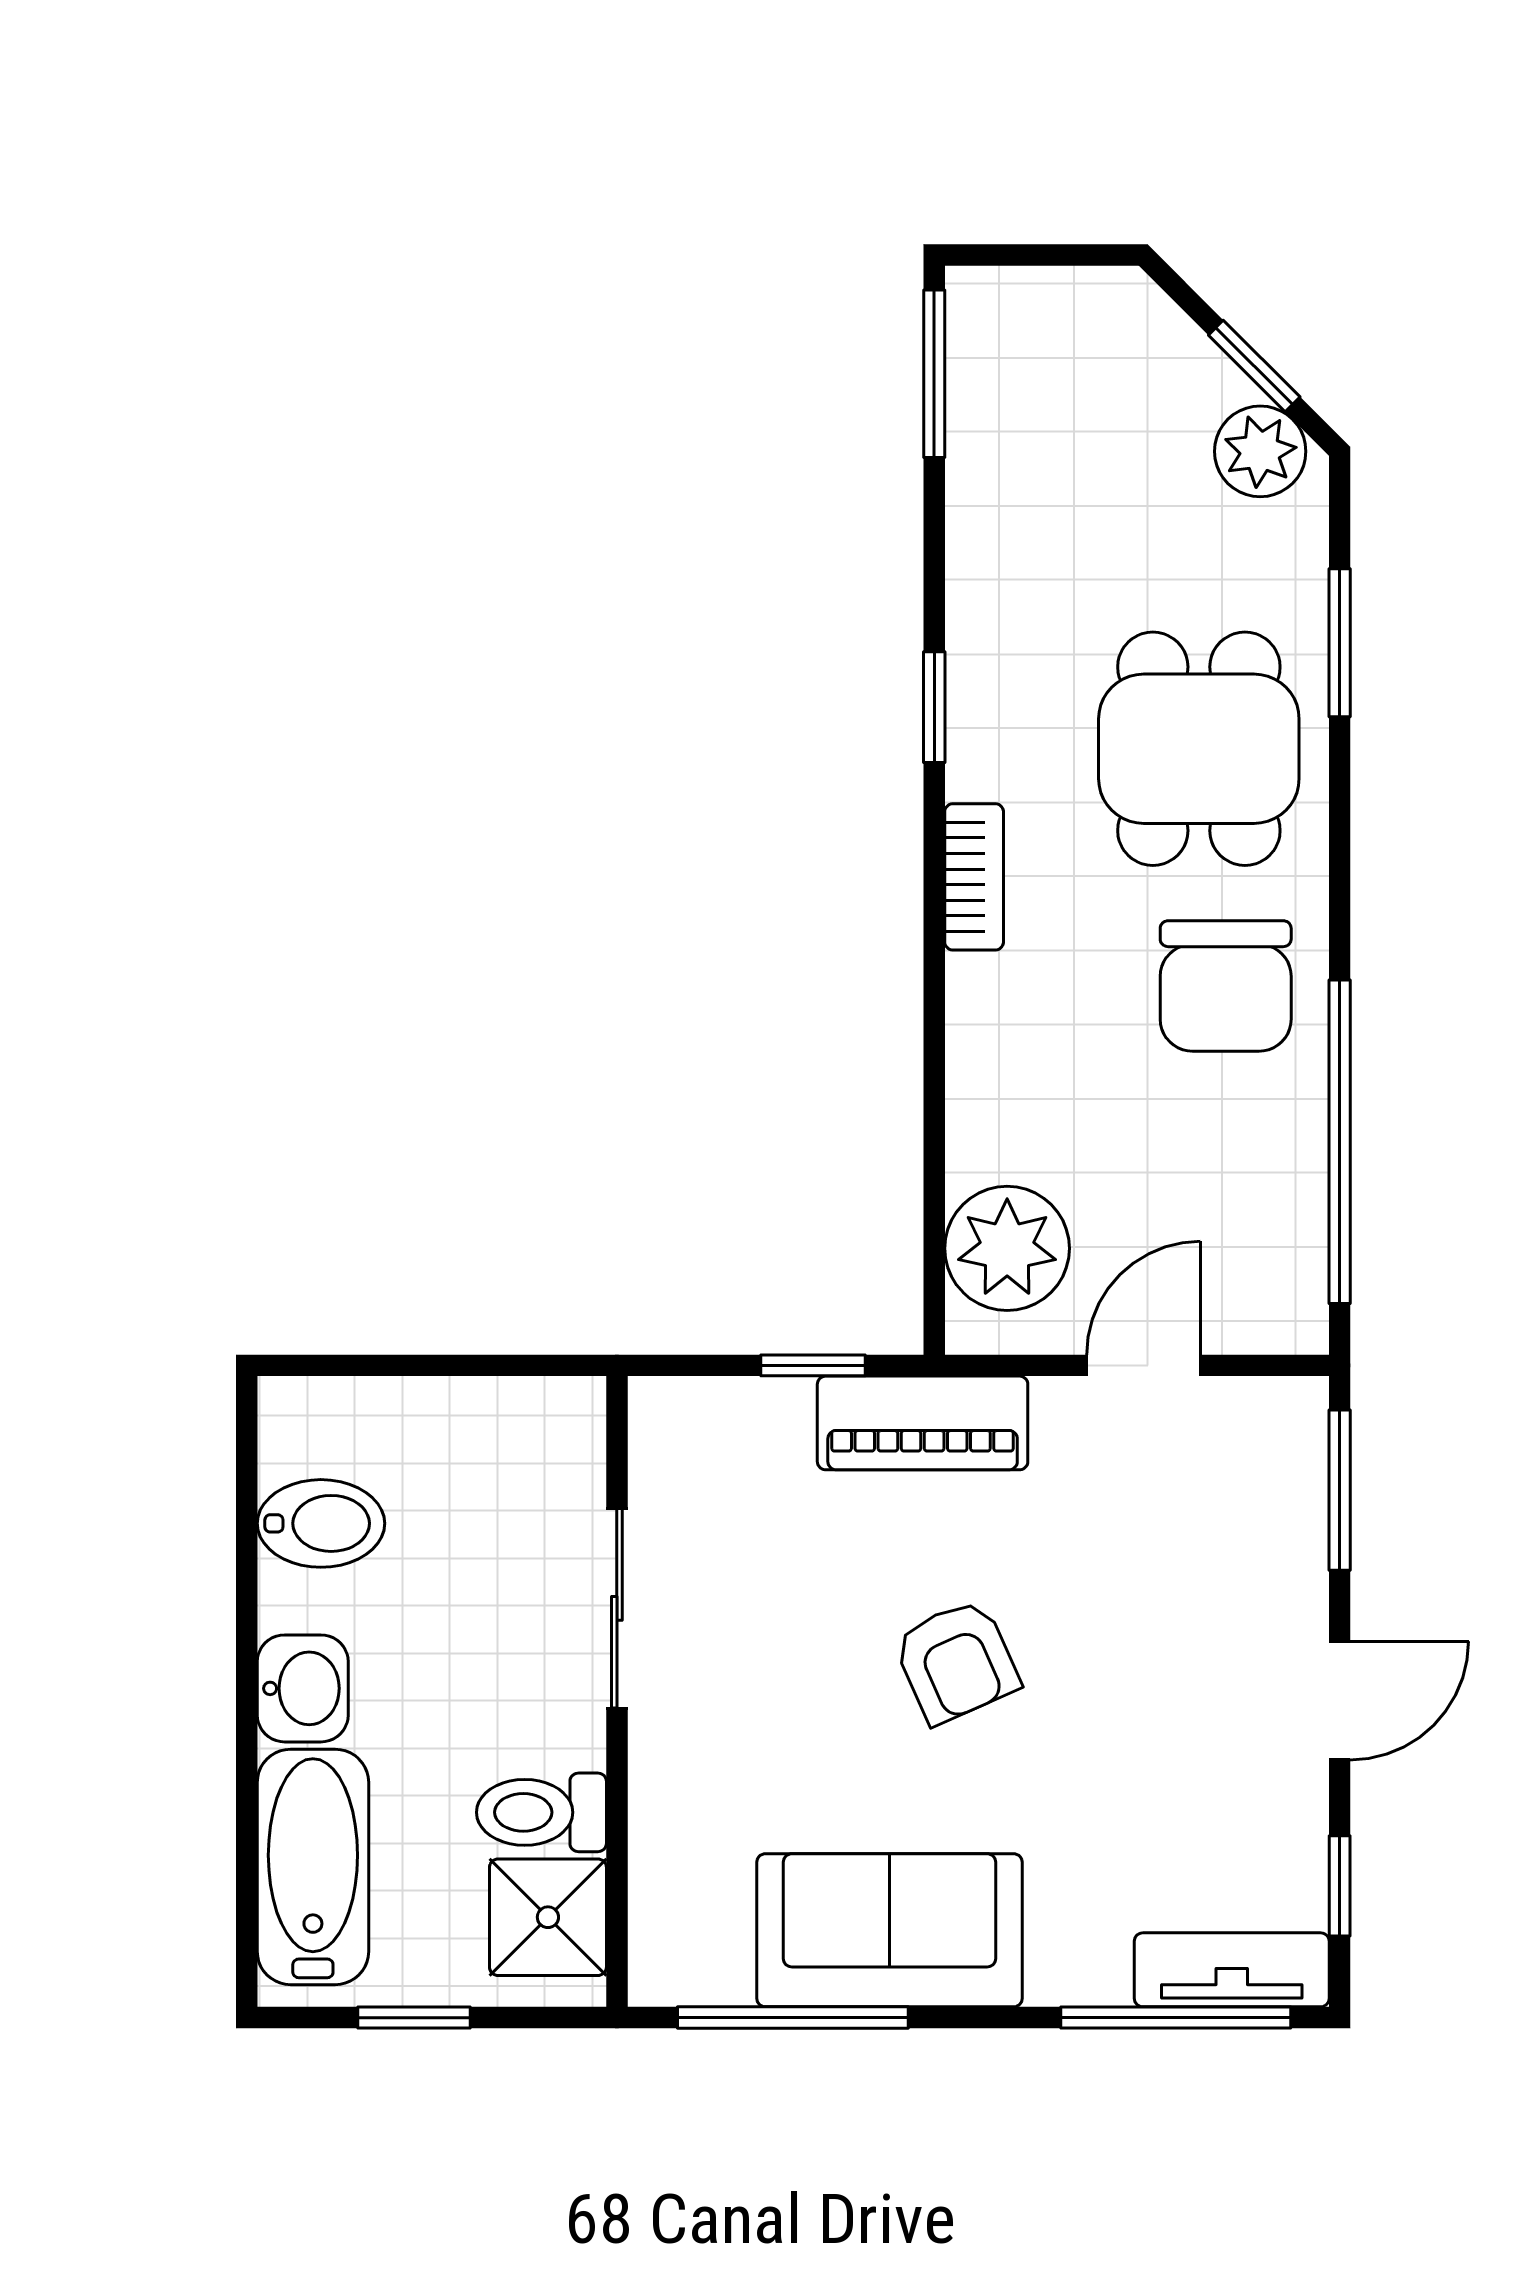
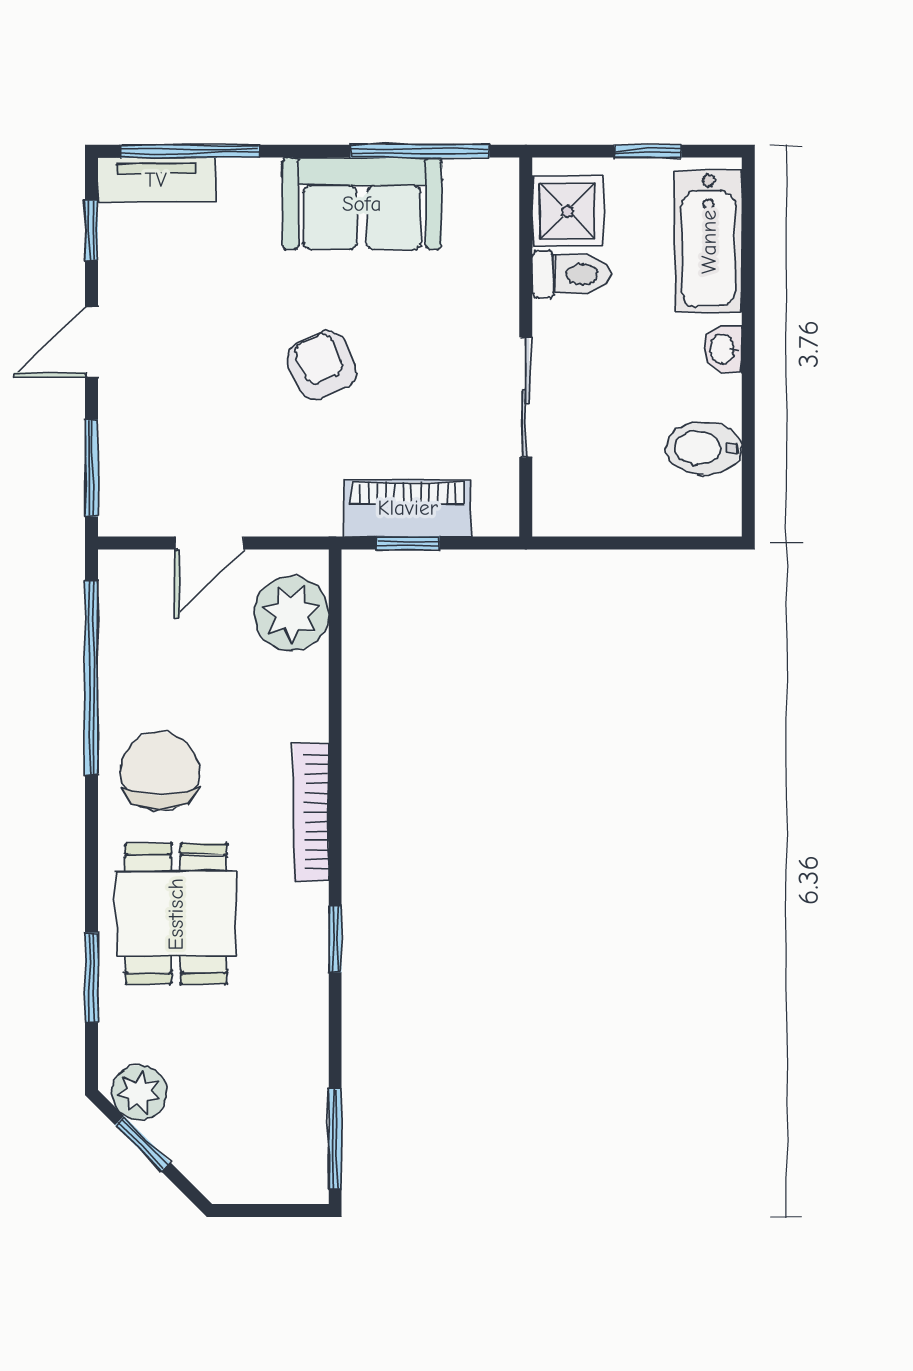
bookcase: (974, 877) -> (311, 812), width x1.56
piano: (923, 1423) -> (408, 508), moved
washbasin: (303, 1688) -> (723, 349), width x0.72, depth x0.69

